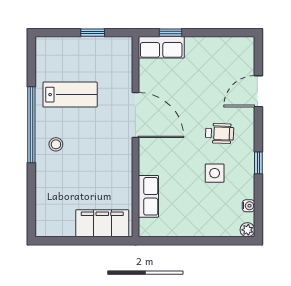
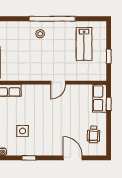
lab bench: (70, 95) -> (84, 44), moved
door: (135, 115) -> (58, 83), width x0.53
wheelchair: (220, 133) -> (94, 134), moved

